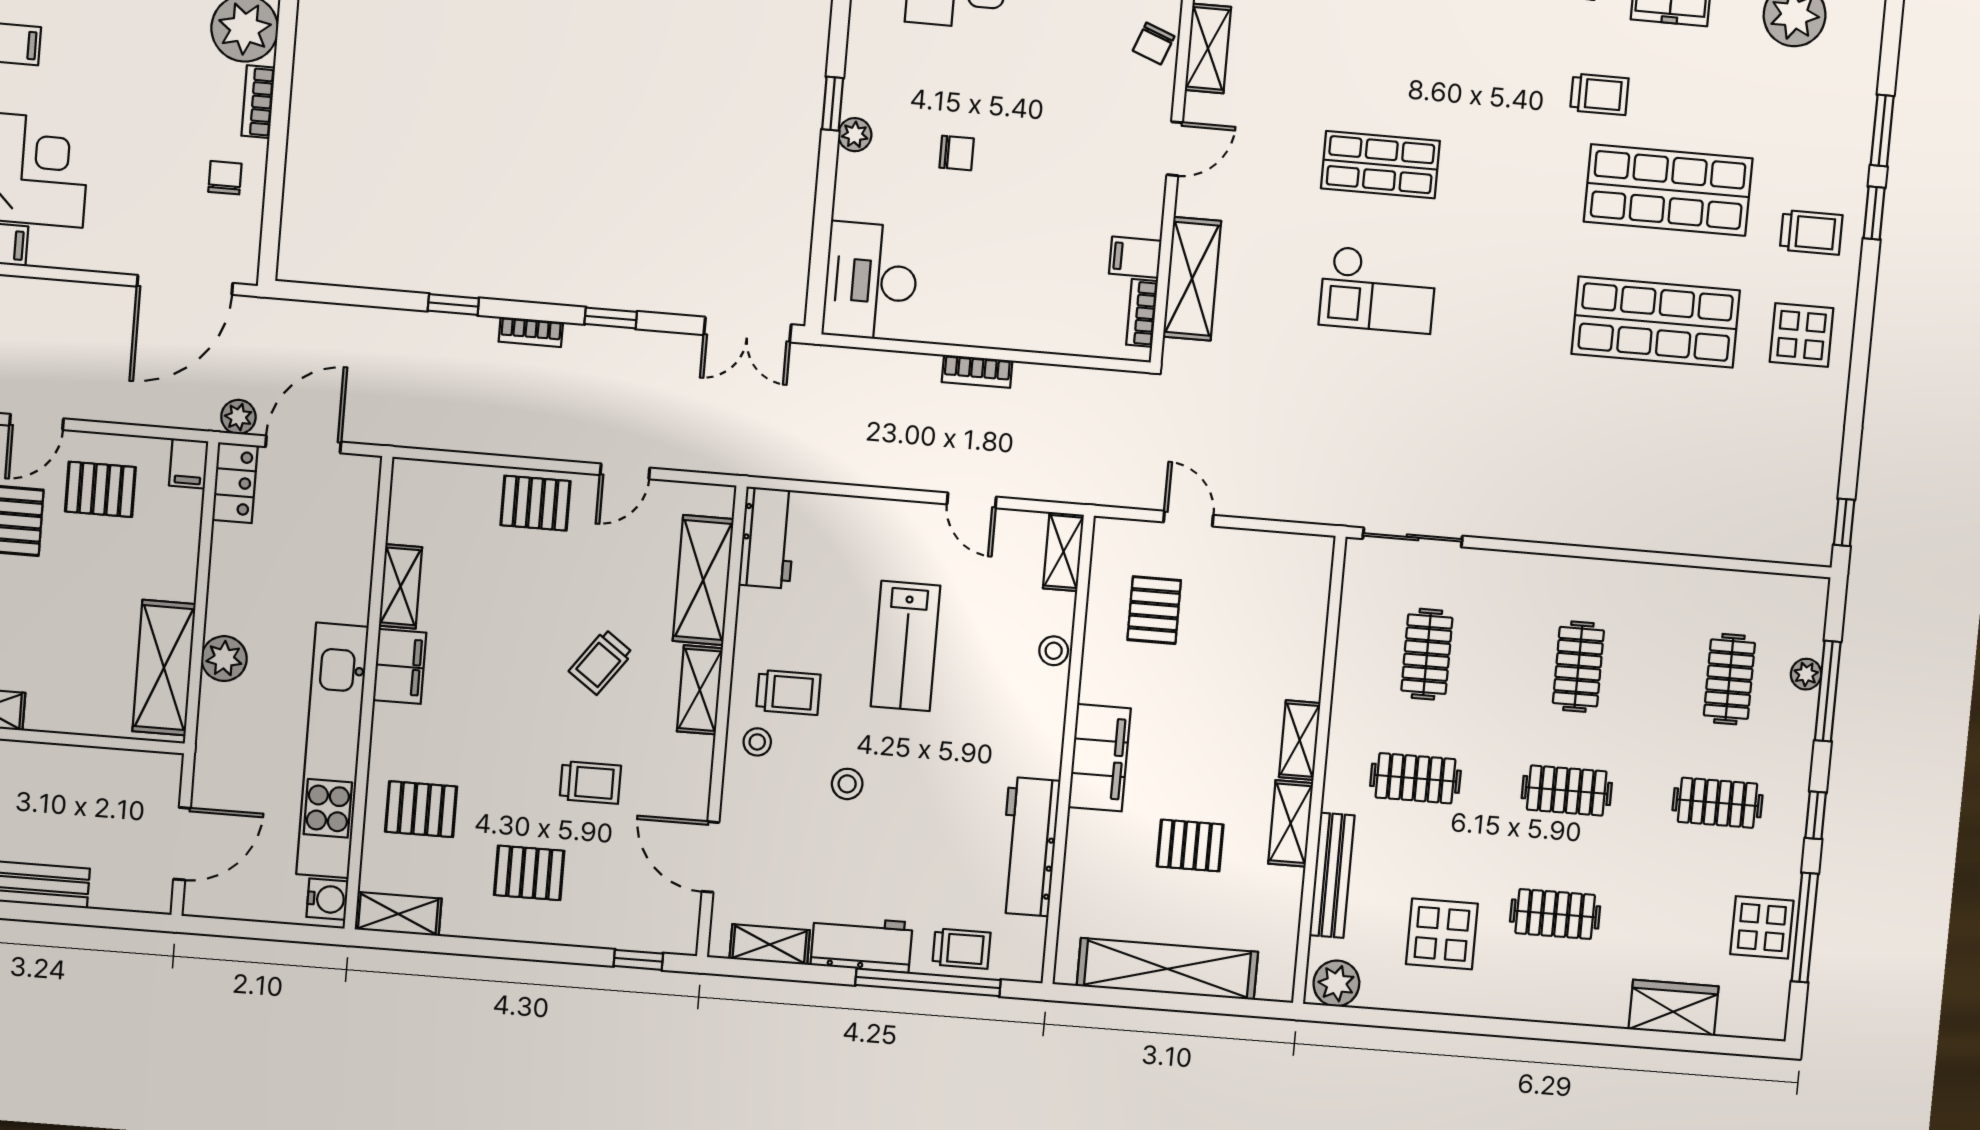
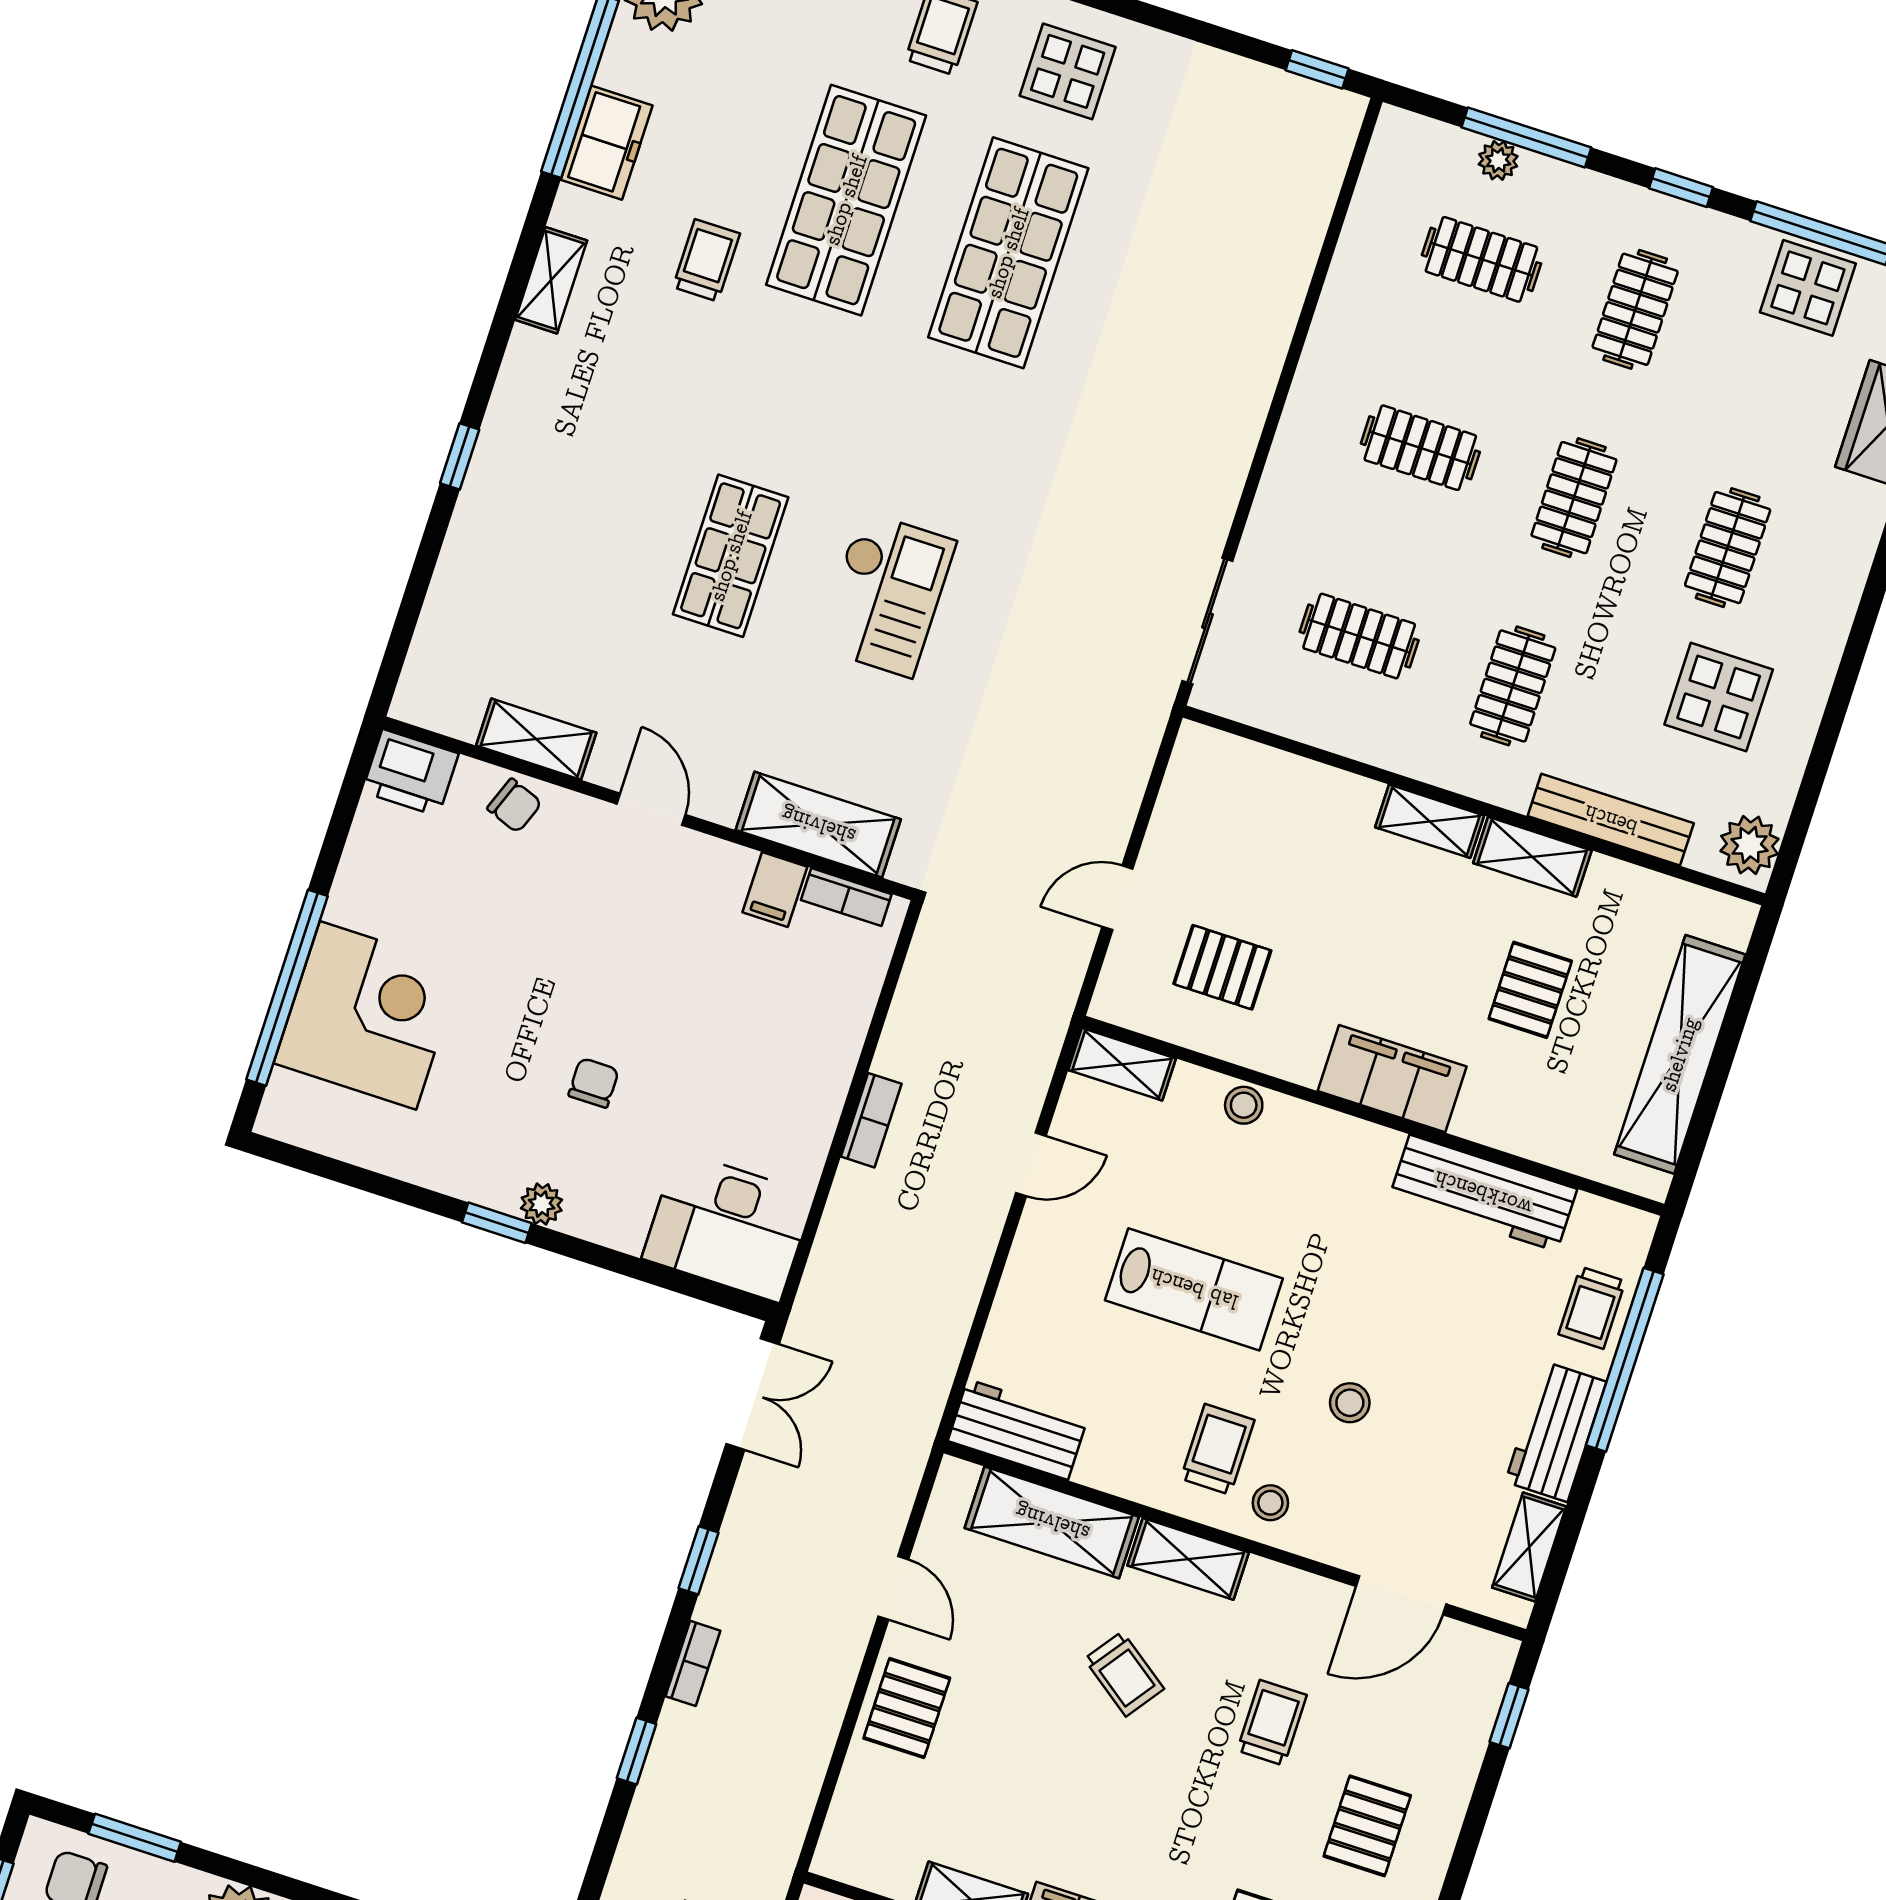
trolley: (961, 949) -> (1592, 1308), turned 180

